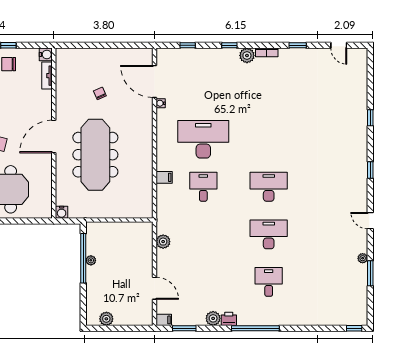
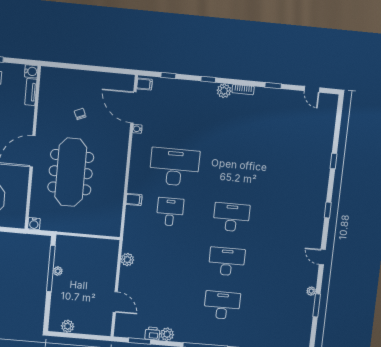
desk: (269, 282) -> (222, 305), width x1.37
printer: (229, 319) -> (152, 333), moved
filing cabinet: (164, 320) -> (145, 84), moved

